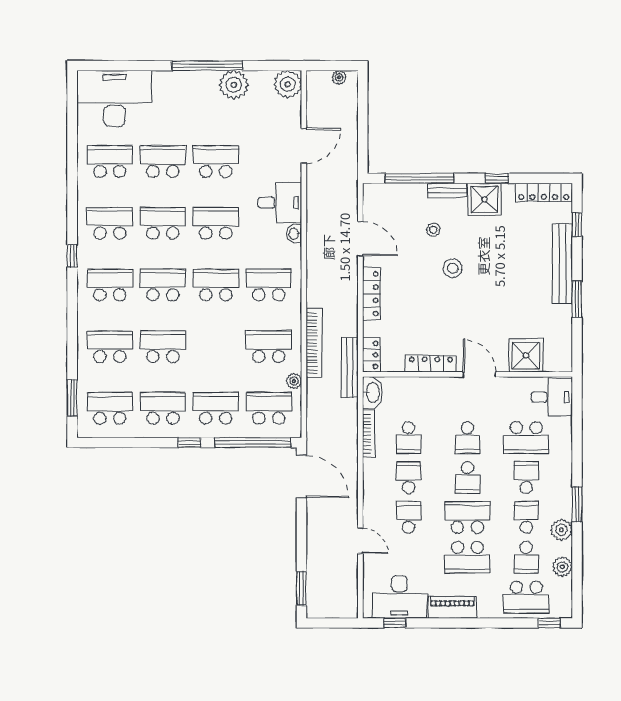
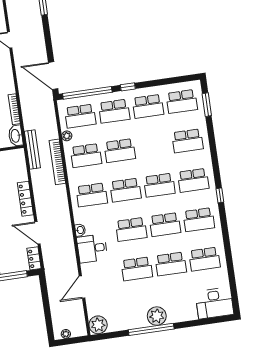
plant: (234, 85) -> (157, 316), moved
desk: (114, 98) -> (214, 303), width x0.73, depth x0.77
school desk: (163, 347) -> (120, 151), moved
locker: (371, 355) -> (34, 258), moved

